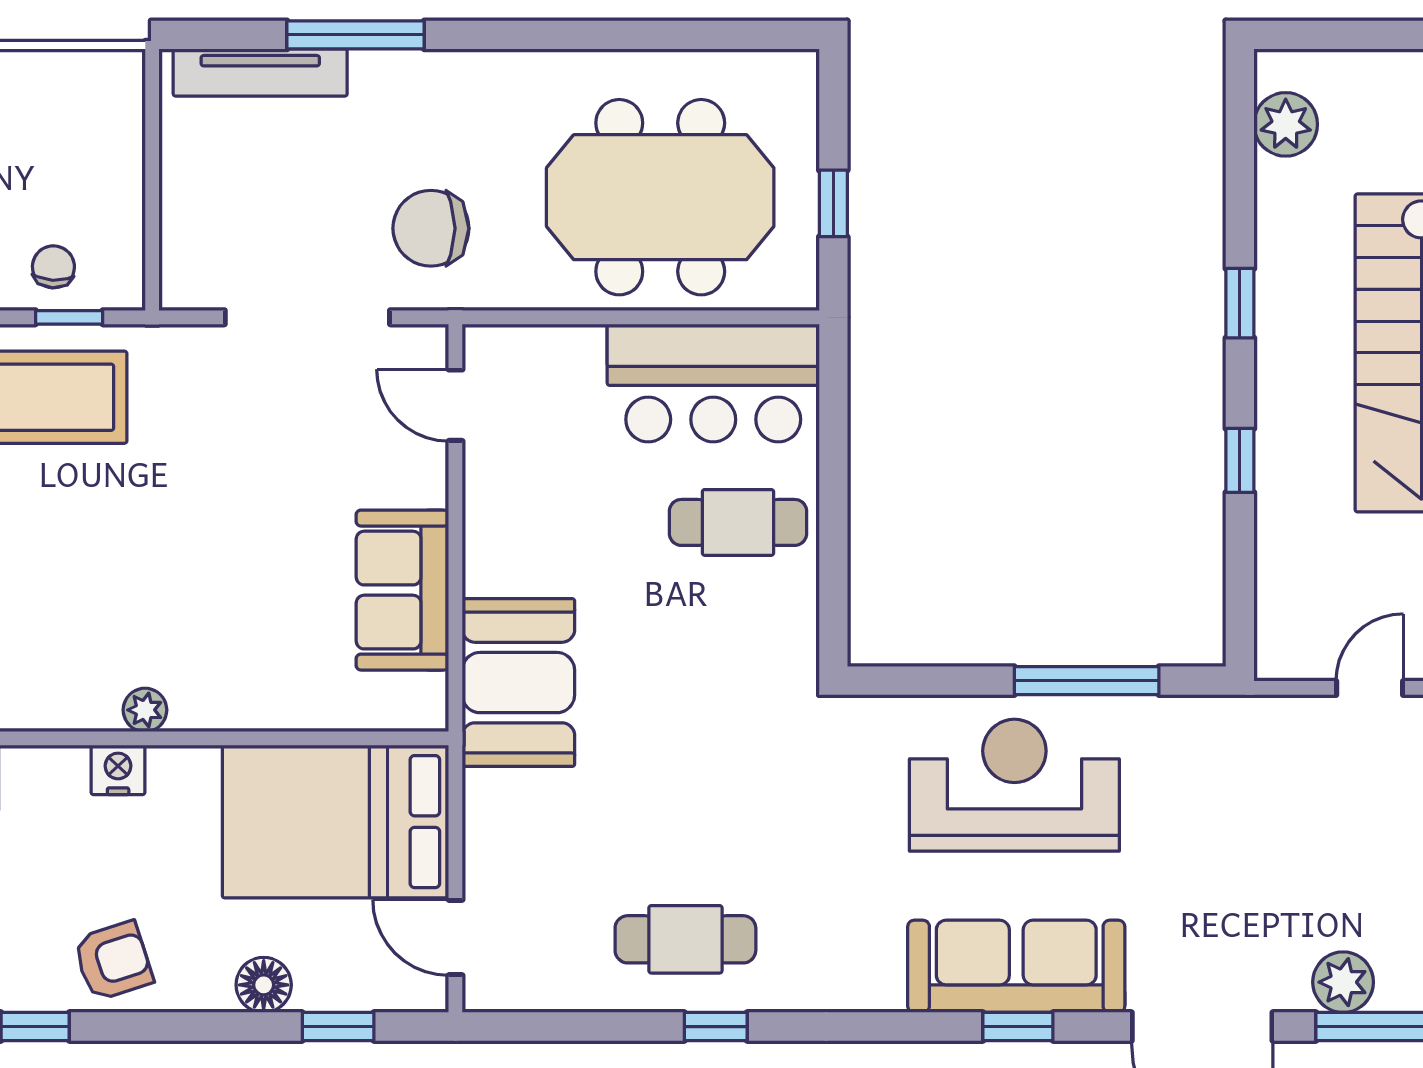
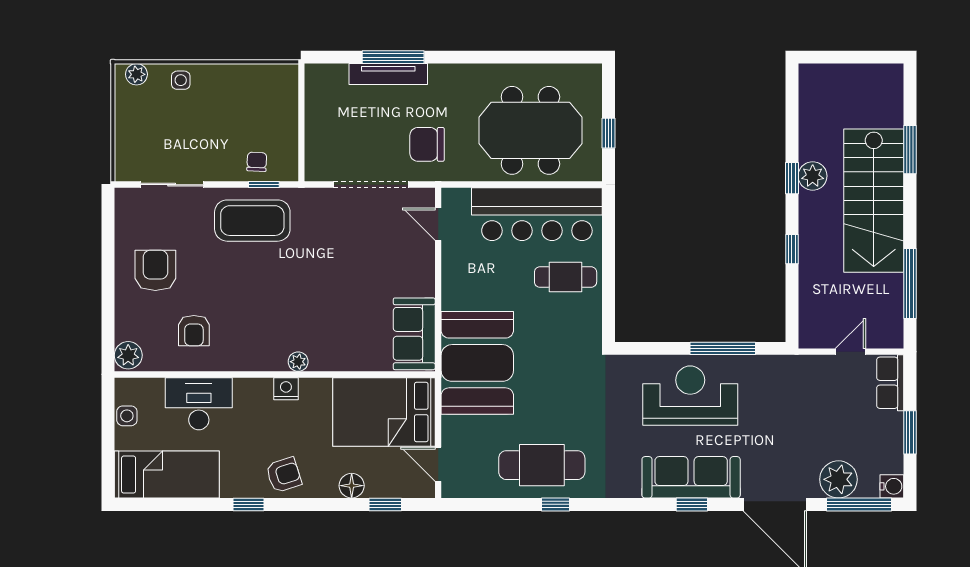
tv unit: (260, 72) -> (388, 74), moved
plant: (1286, 124) -> (813, 176), moved
bar counter: (713, 383) -> (537, 214), width x1.36
sofa: (402, 590) -> (414, 334), moved
booth: (518, 683) -> (477, 363), width x1.36, depth x1.42
cafe table: (685, 939) -> (542, 465), width x1.37, depth x1.35
plant: (1343, 982) -> (838, 479), width x1.36, depth x1.36

